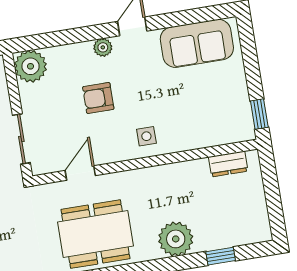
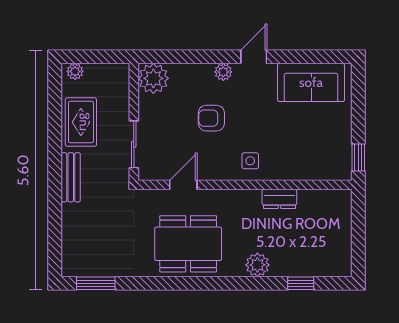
dresser: (228, 164) -> (279, 199), moved
plant: (176, 239) -> (257, 265), width x0.73, depth x0.73

